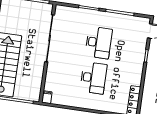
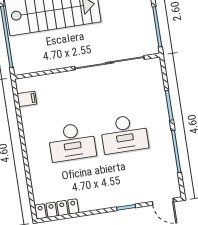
filing cabinet: (47, 97) -> (27, 99), moved

